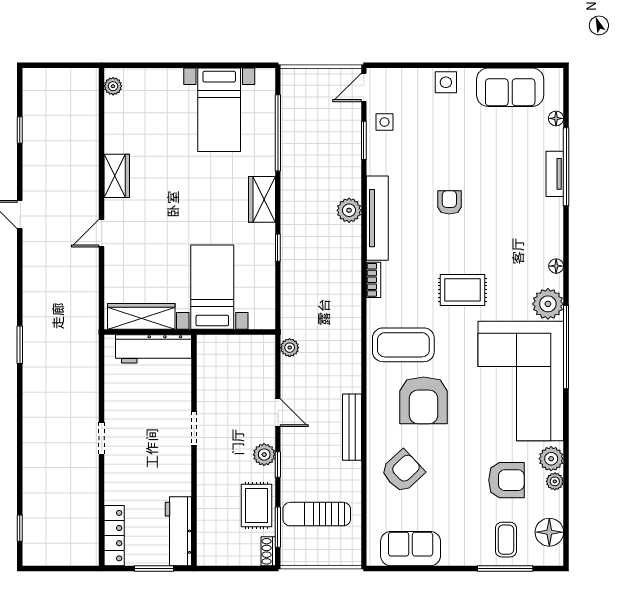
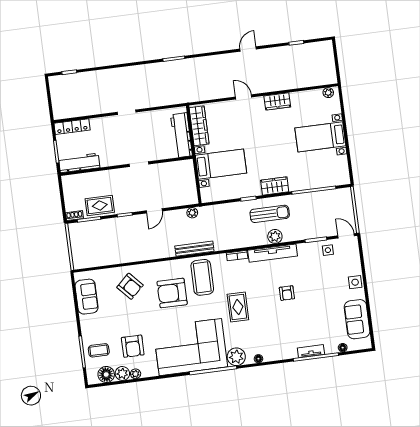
bed with nightstands: (219, 110) -> (320, 137), moved
armchair: (449, 202) -> (287, 293), turned 90
bench: (352, 427) -> (194, 249), moved
plant: (264, 455) -> (129, 206), removed
plant: (551, 459) -> (122, 373), moved
sun lounger: (317, 514) -> (270, 214), moved, turned 90

